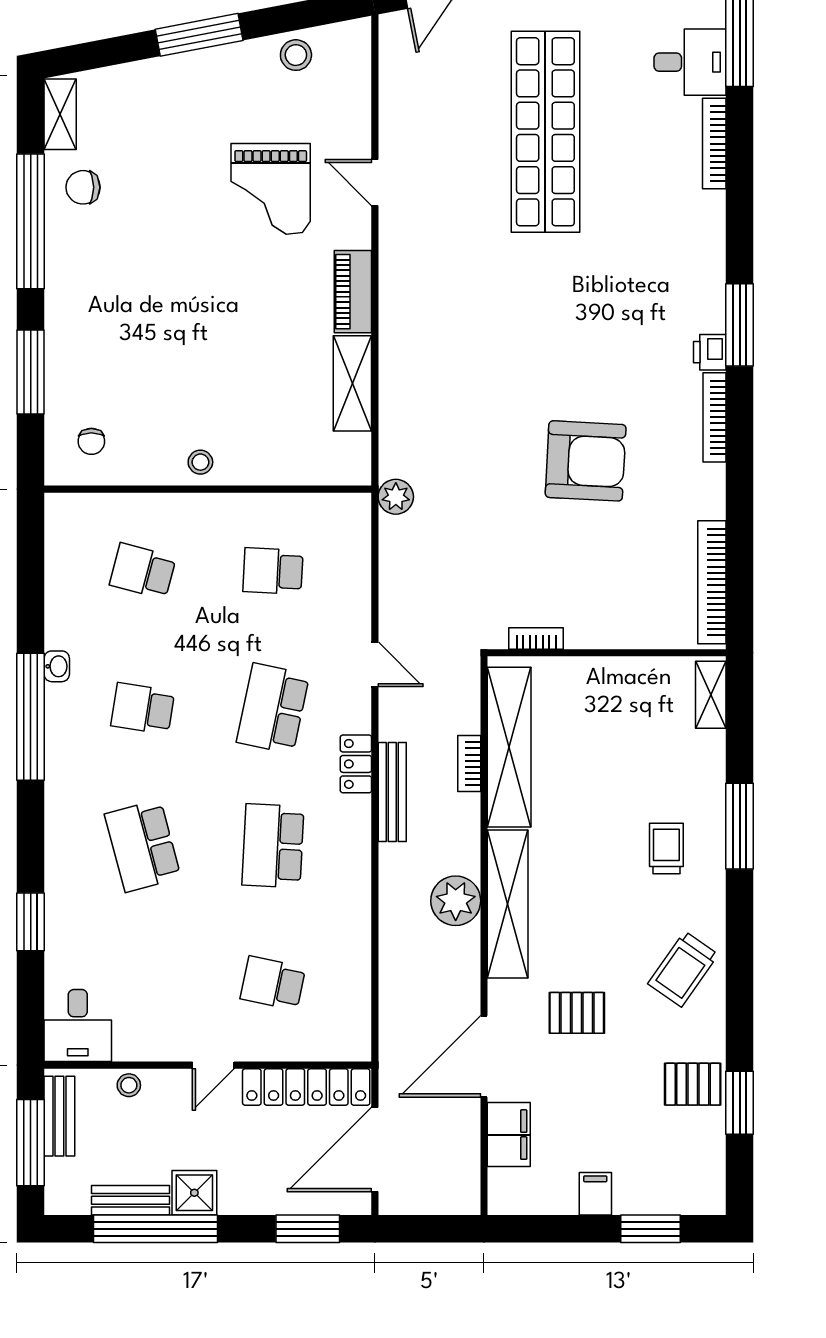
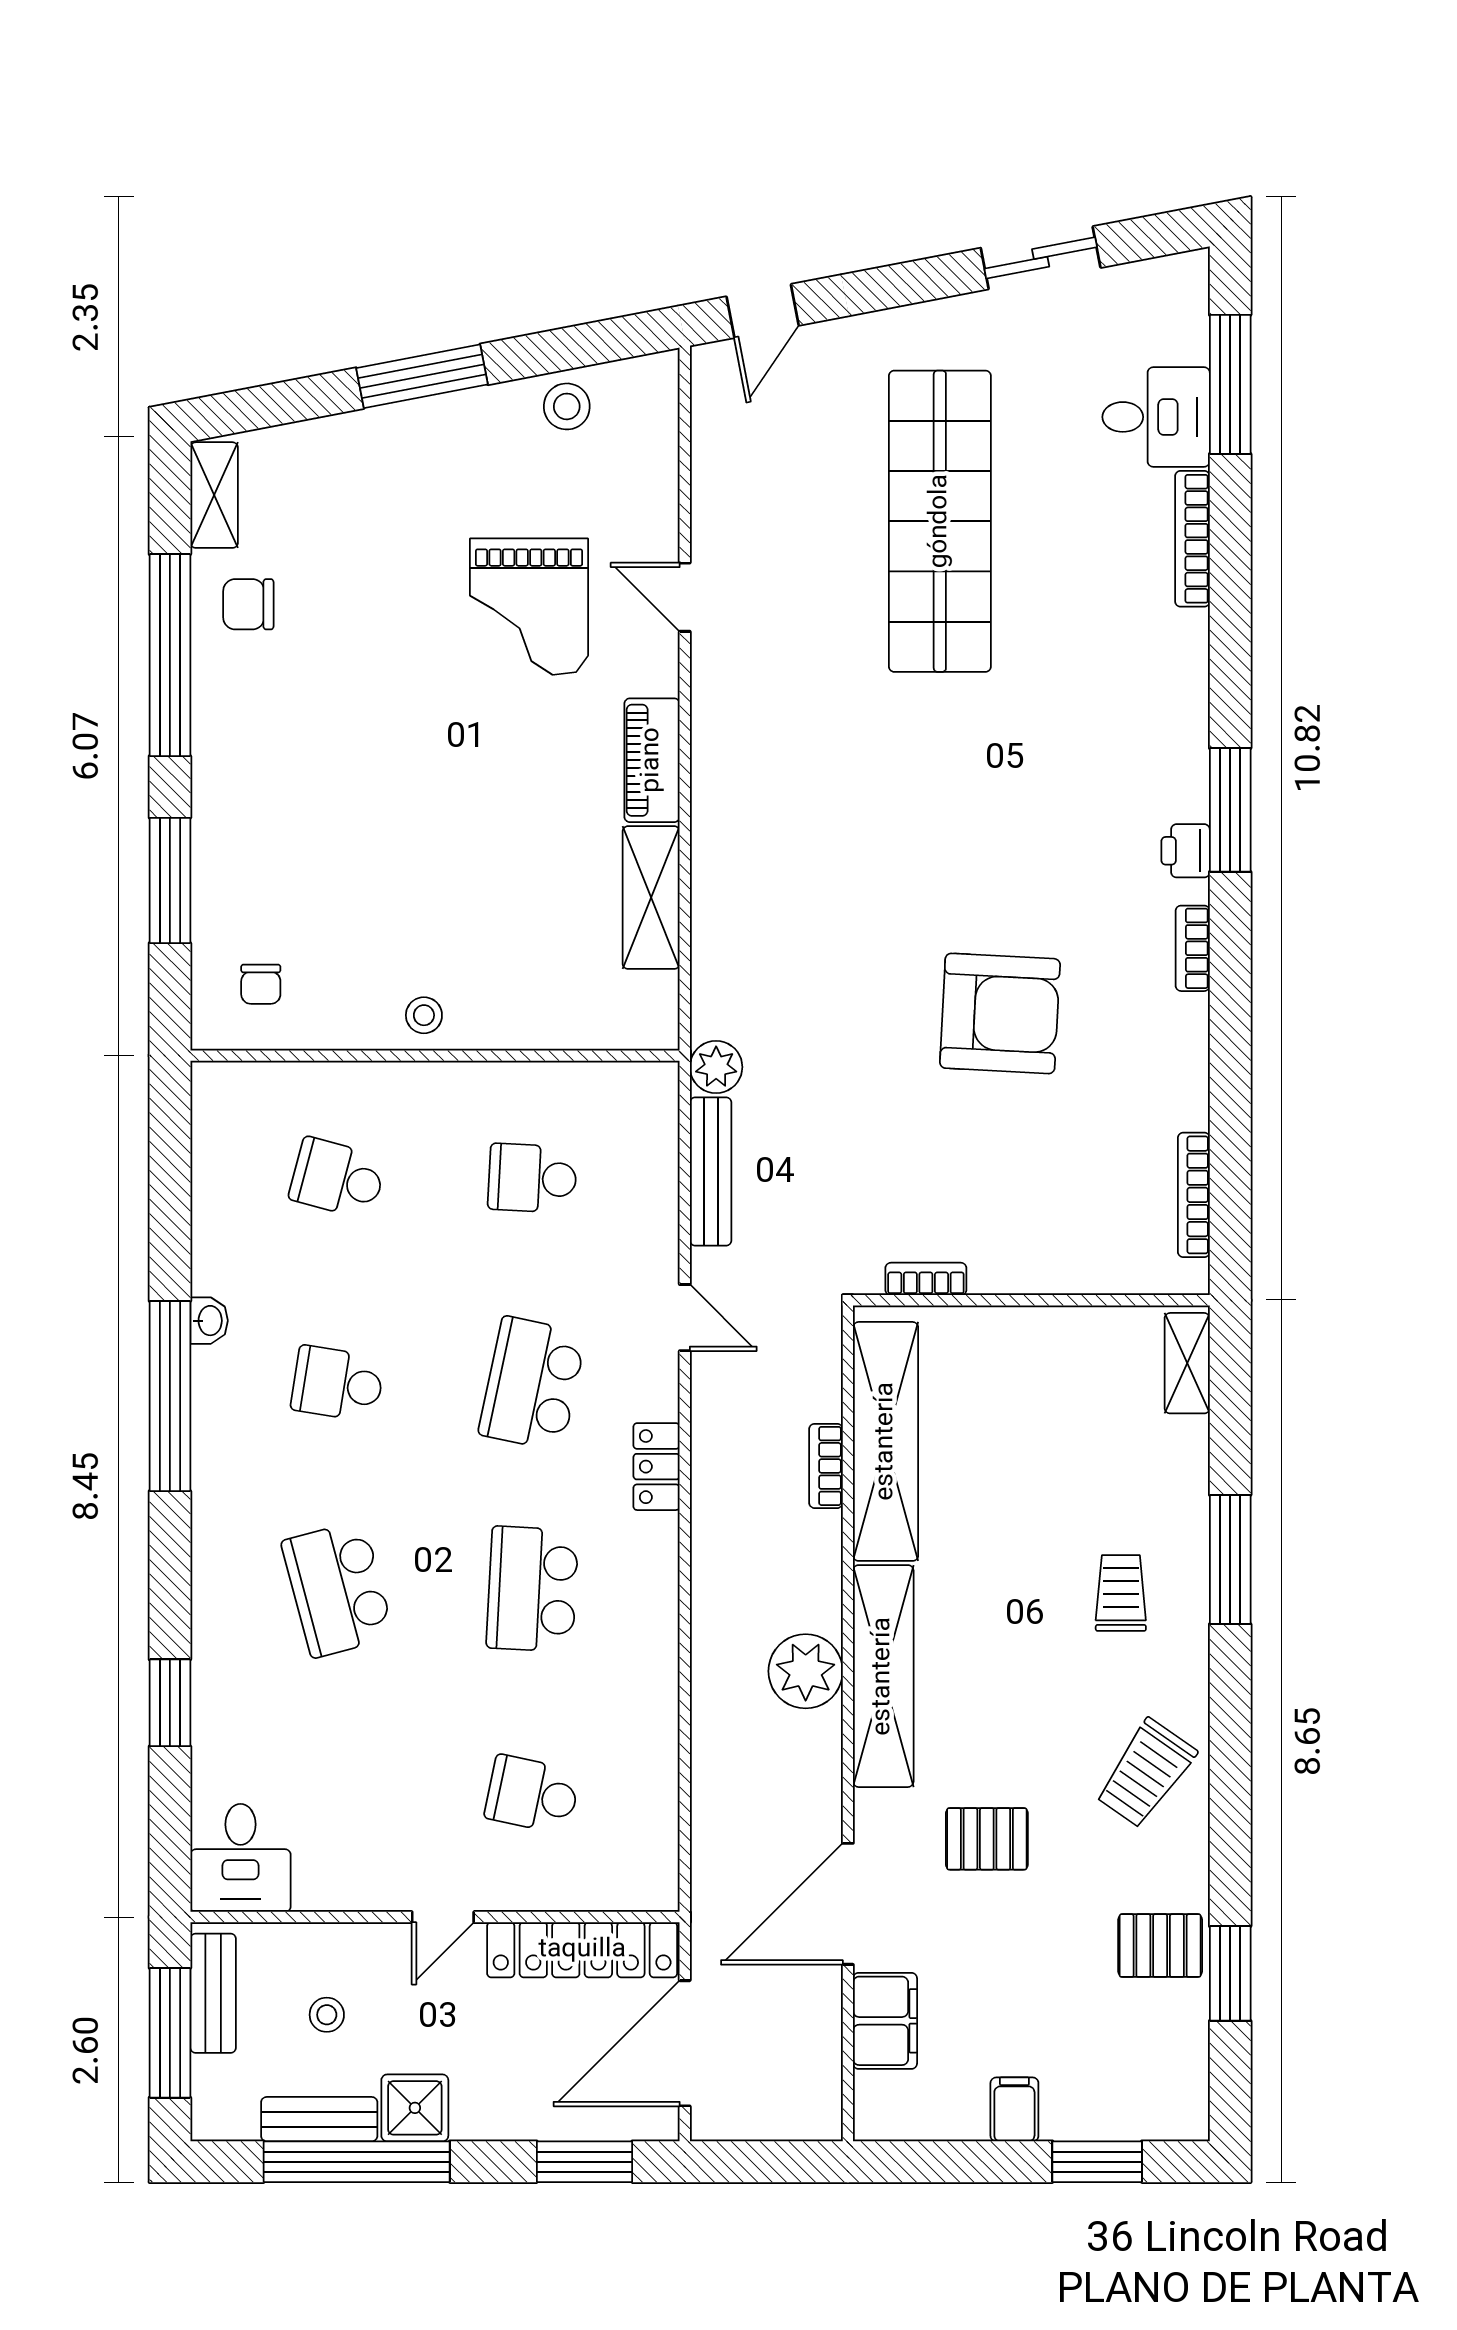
bookcase: (714, 417) -> (1193, 948), width x0.64
bookcase: (712, 582) -> (1194, 1195), width x0.68, depth x0.76
bench: (392, 792) -> (711, 1172), moved
stool: (129, 1085) -> (327, 2015), moved

